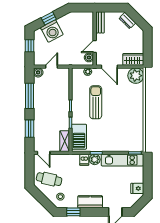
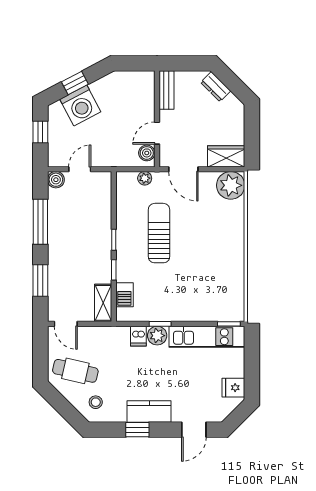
barbecue: (79, 137) -> (124, 295), width x0.53, depth x0.65
window: (73, 212) -> (137, 430), moved

